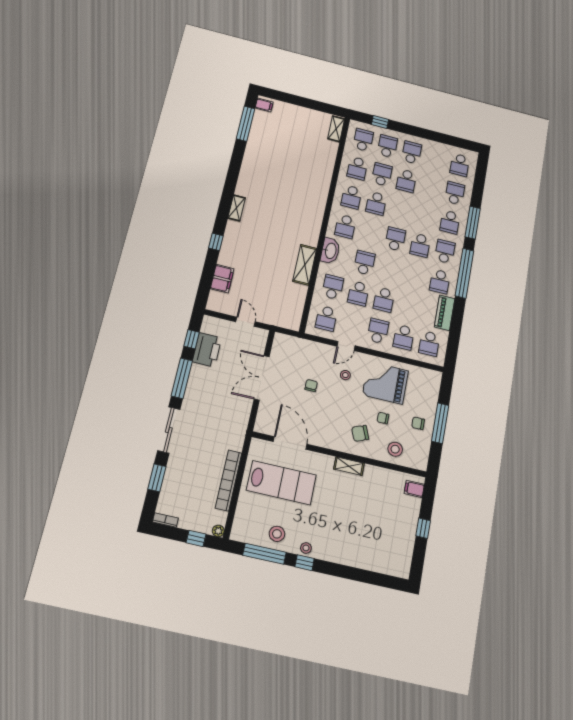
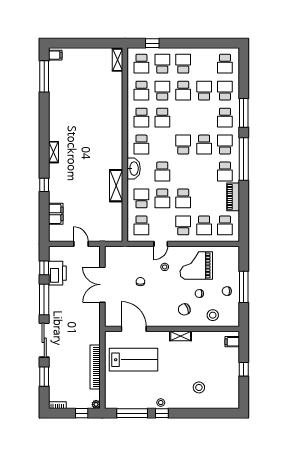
school desk: (363, 140) -> (141, 64), turned 180
school desk: (431, 187) -> (204, 91), added
school desk: (364, 263) -> (162, 171), turned 180
stool: (277, 534) -> (199, 387), moved

